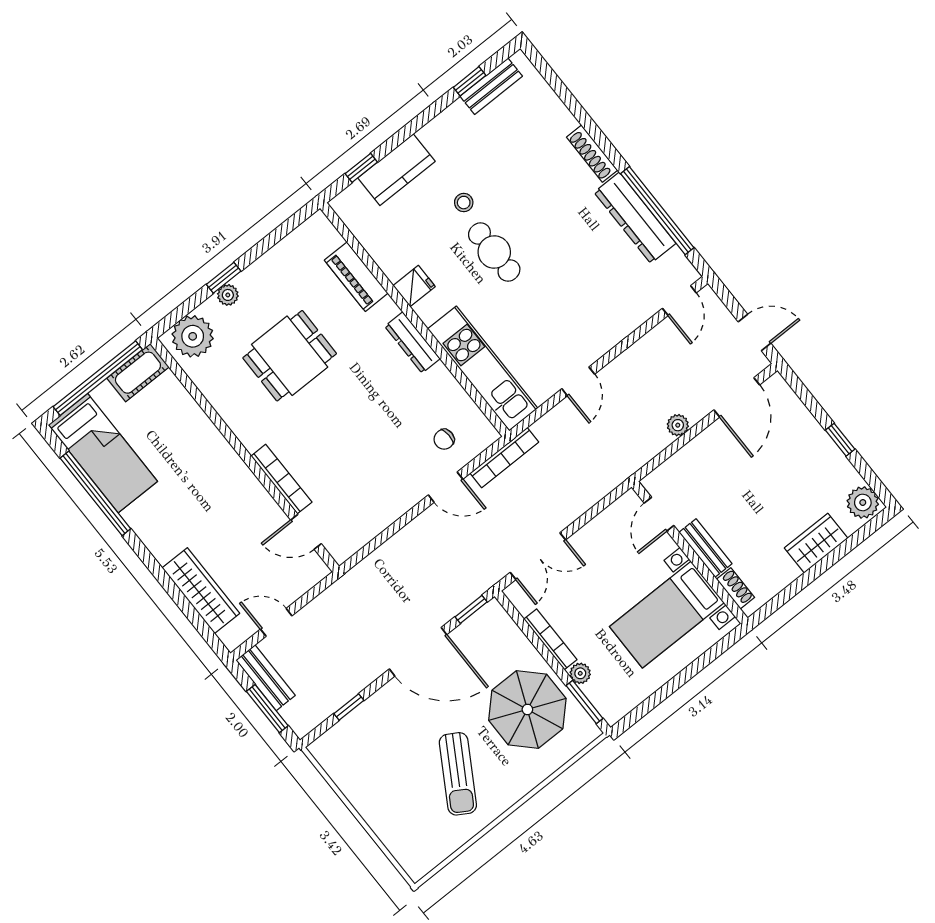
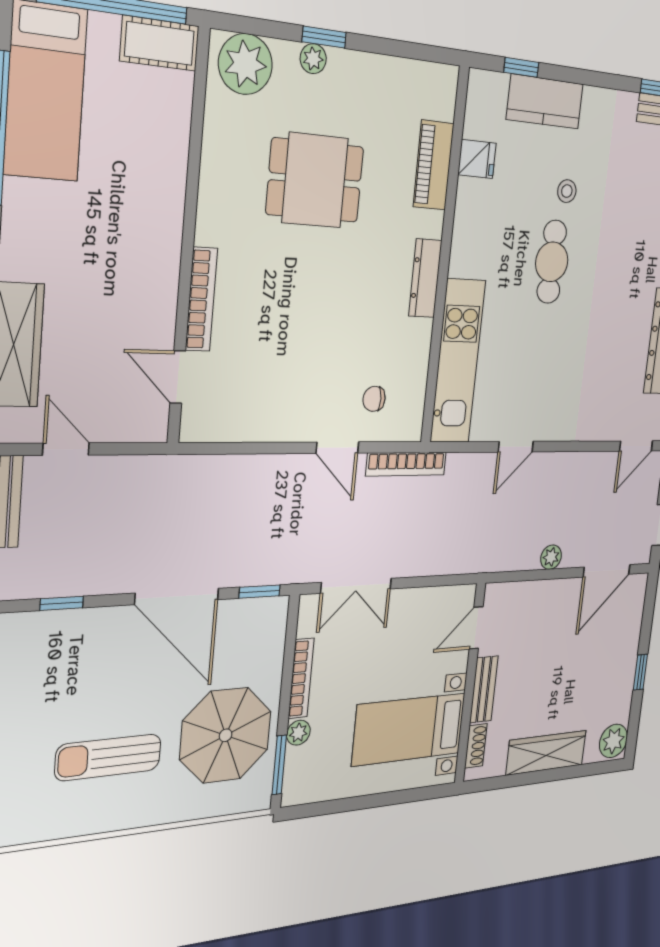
fridge: (414, 286) -> (477, 159), moved
wardrobe: (816, 543) -> (546, 753), width x1.50
sun lounger: (458, 774) -> (108, 757), turned 59

